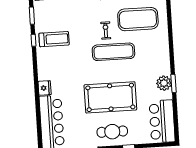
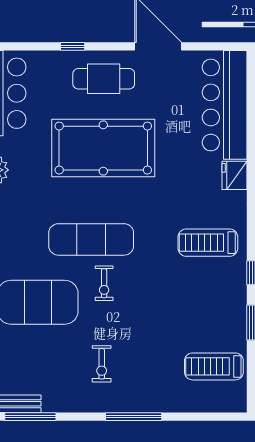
treadmill: (54, 39) -> (208, 243), moved

